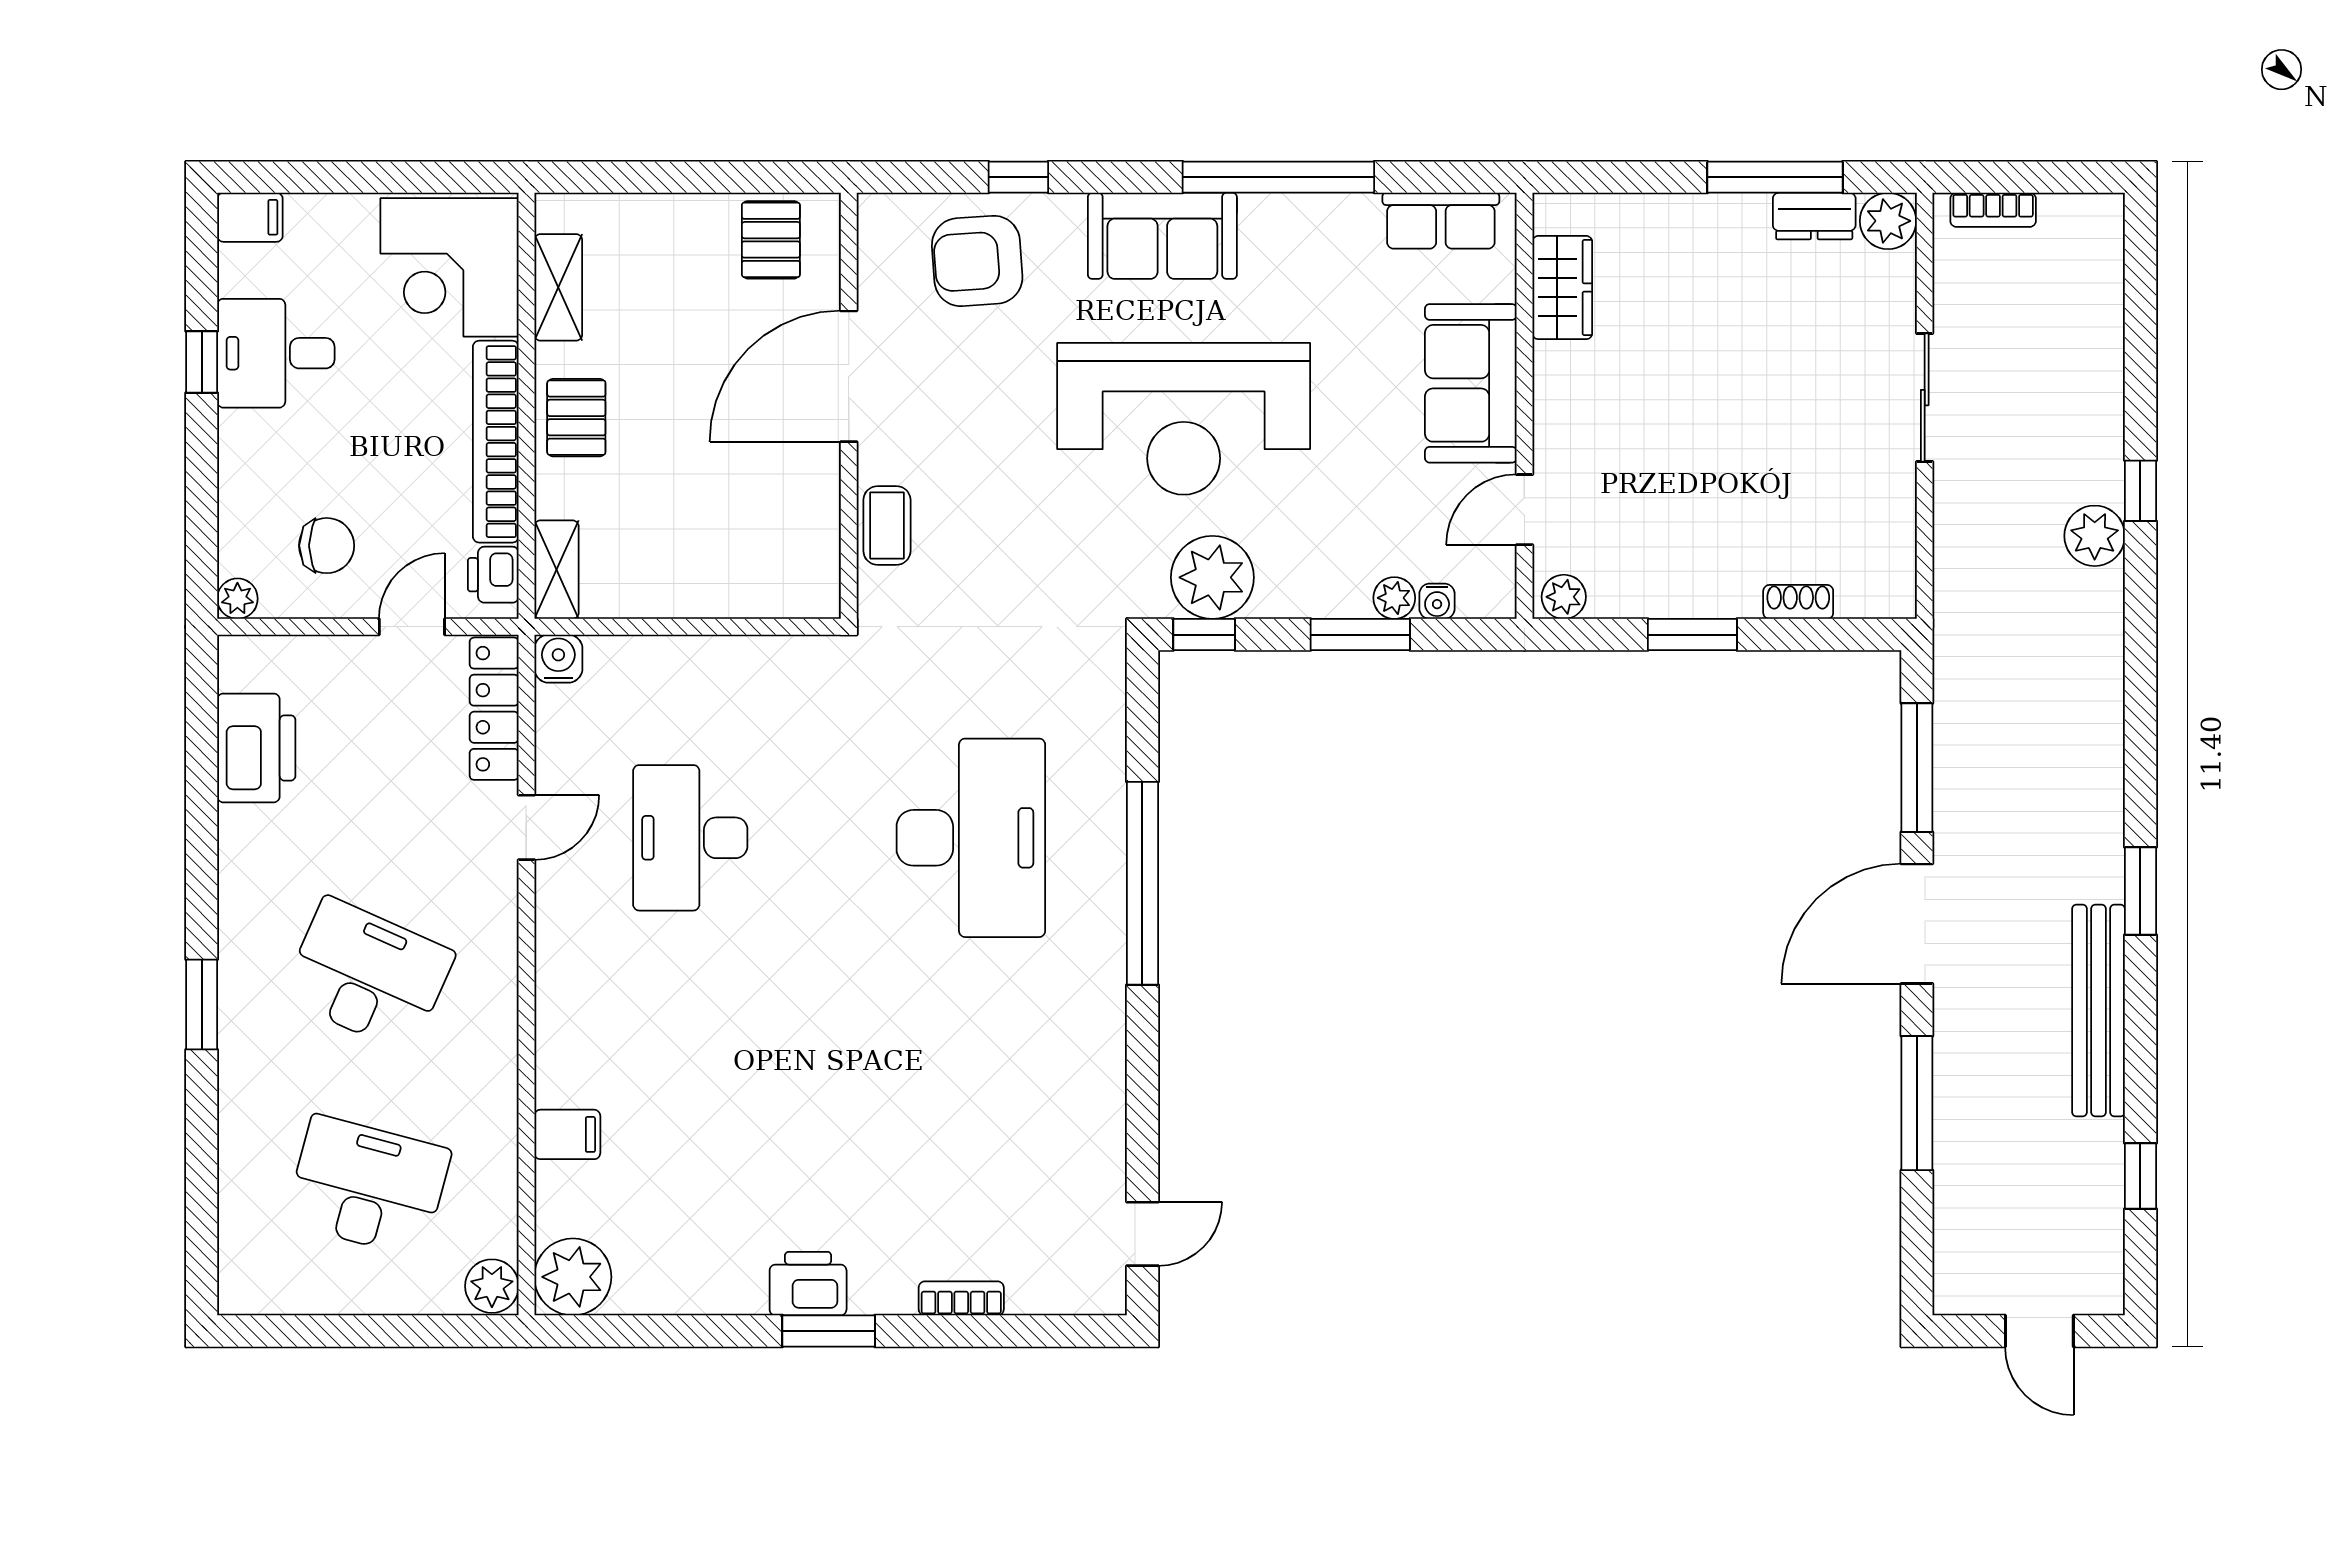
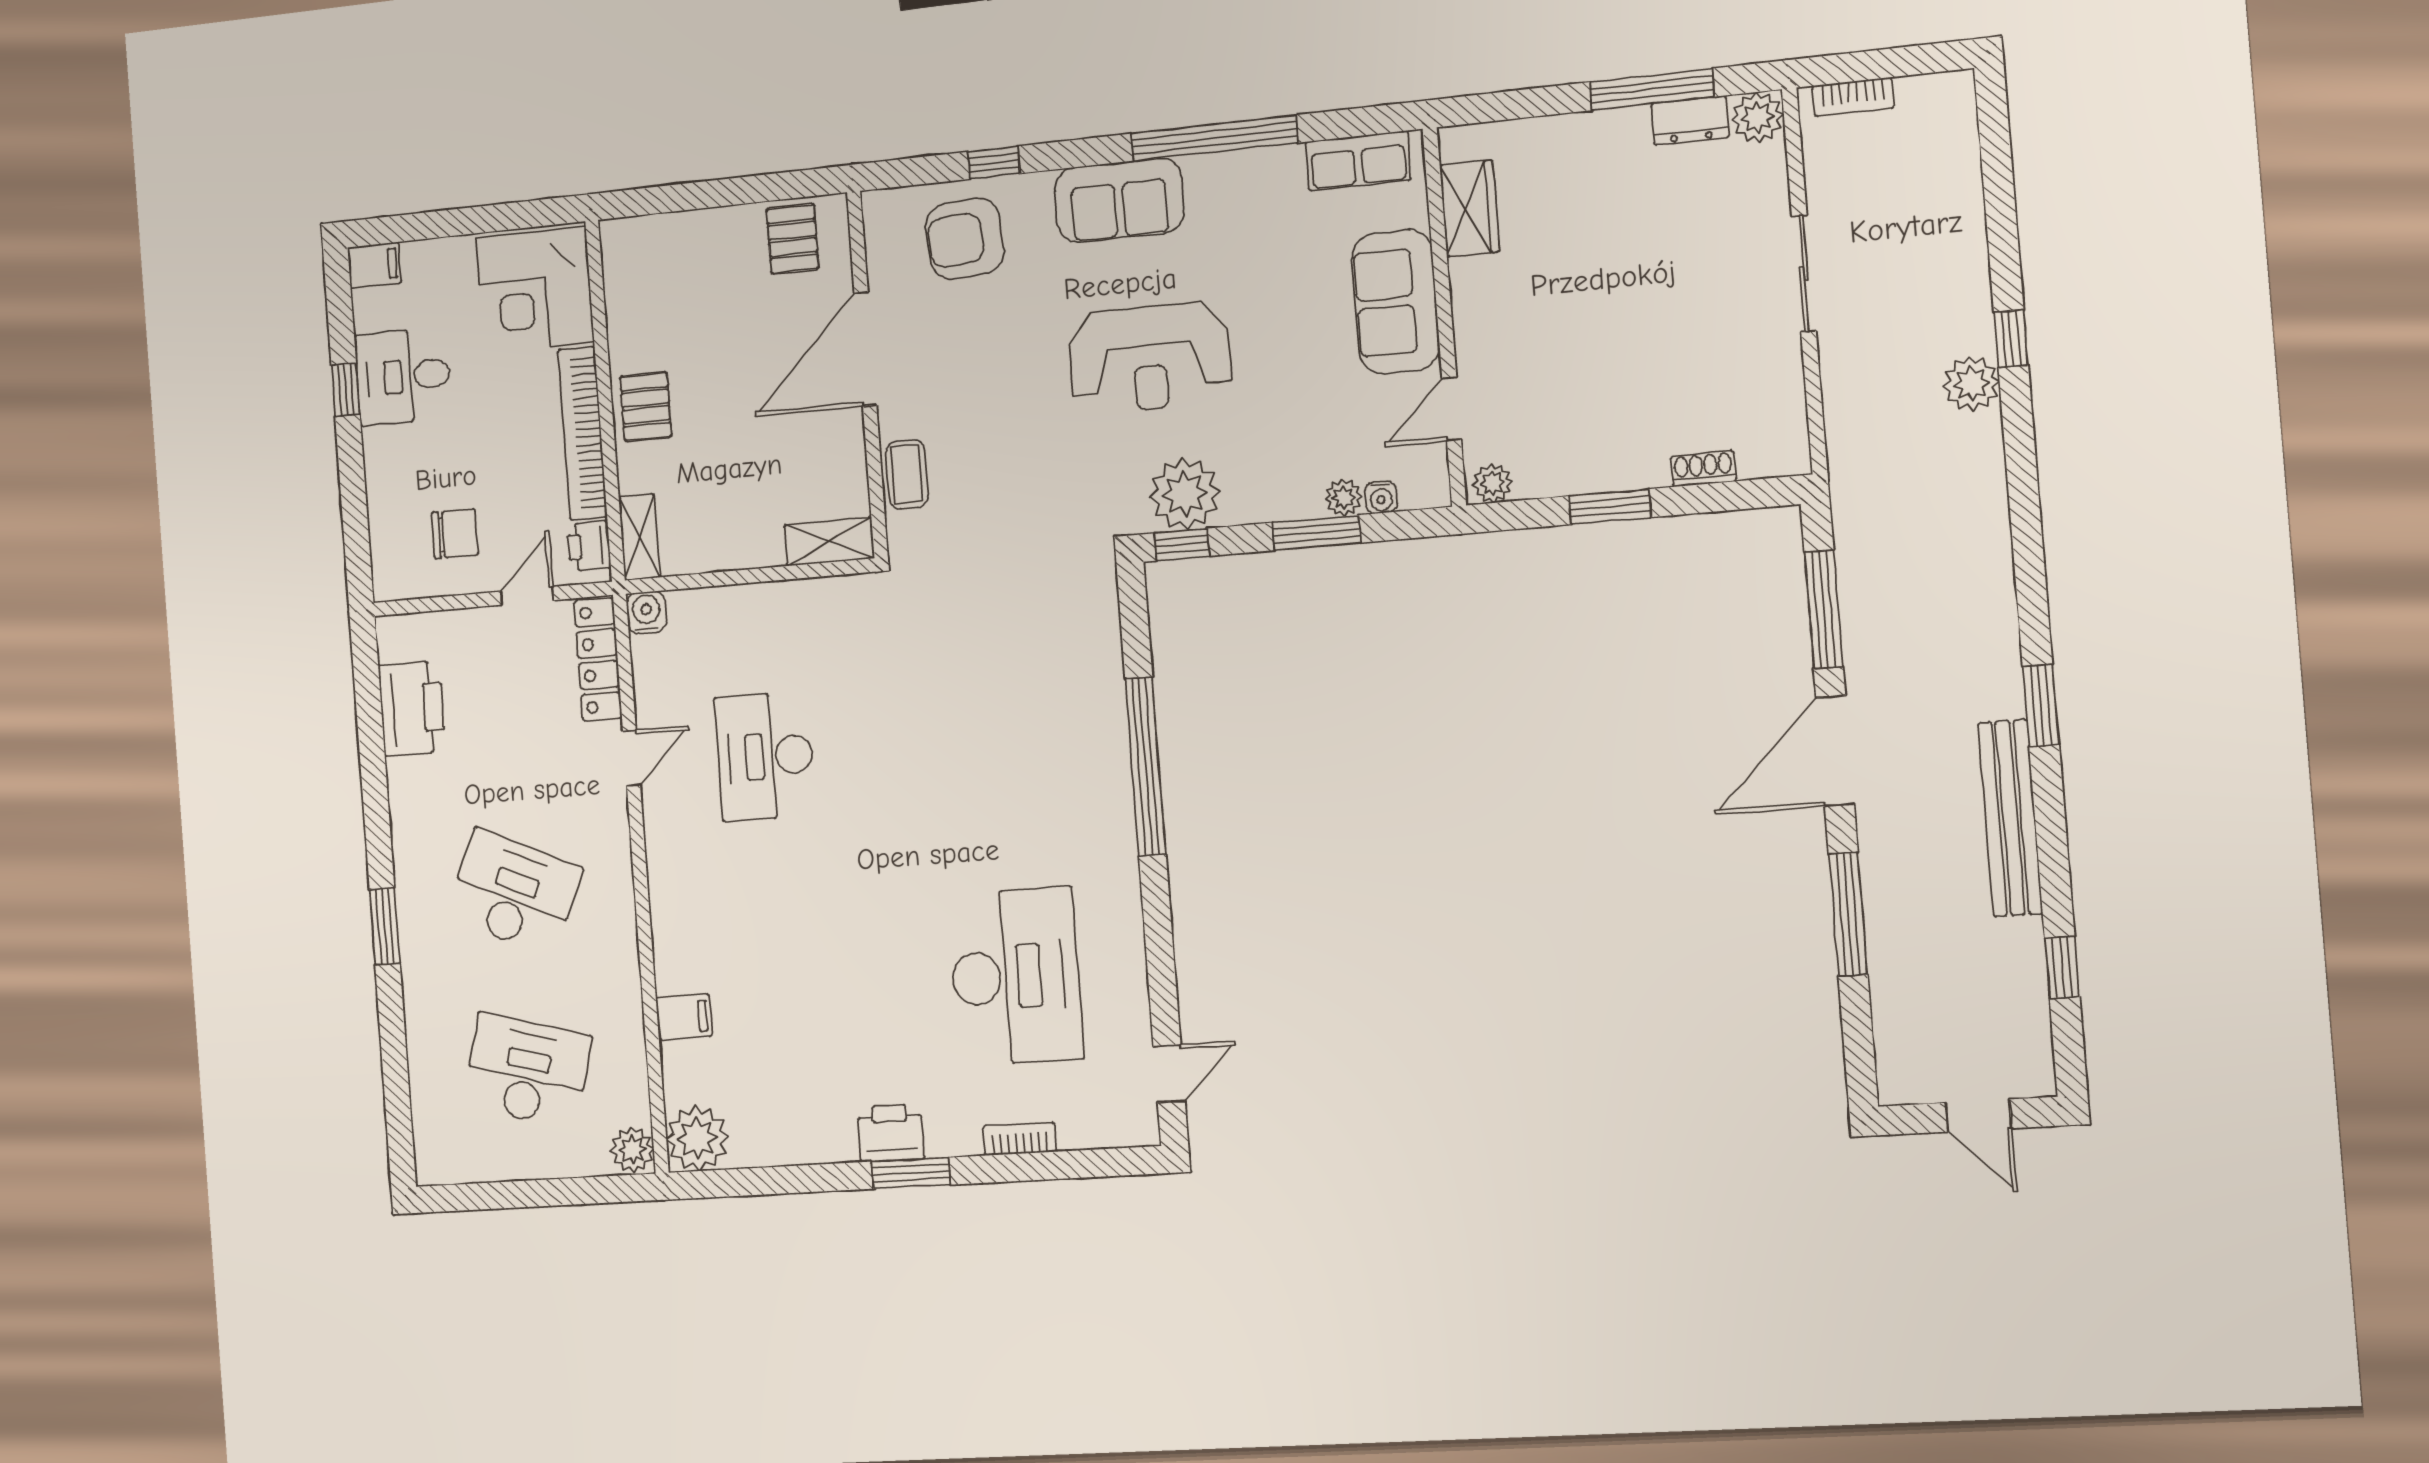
shelving: (558, 287) -> (829, 542), moved, turned 90
reception desk: (1184, 419) -> (1150, 358), width x0.74, depth x0.77
plant: (237, 599) -> (388, 585), removed
desk: (971, 838) -> (1015, 976), moved

